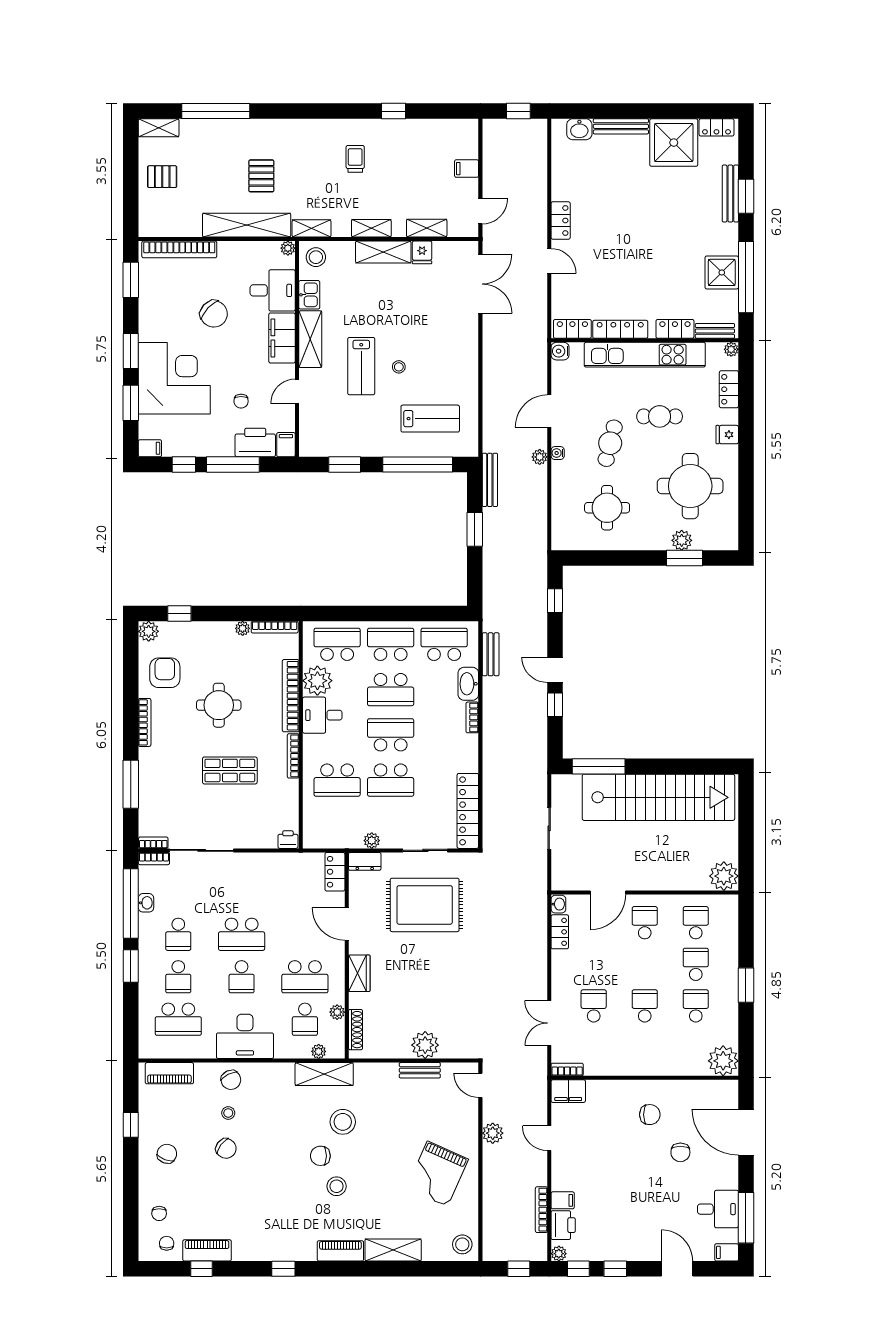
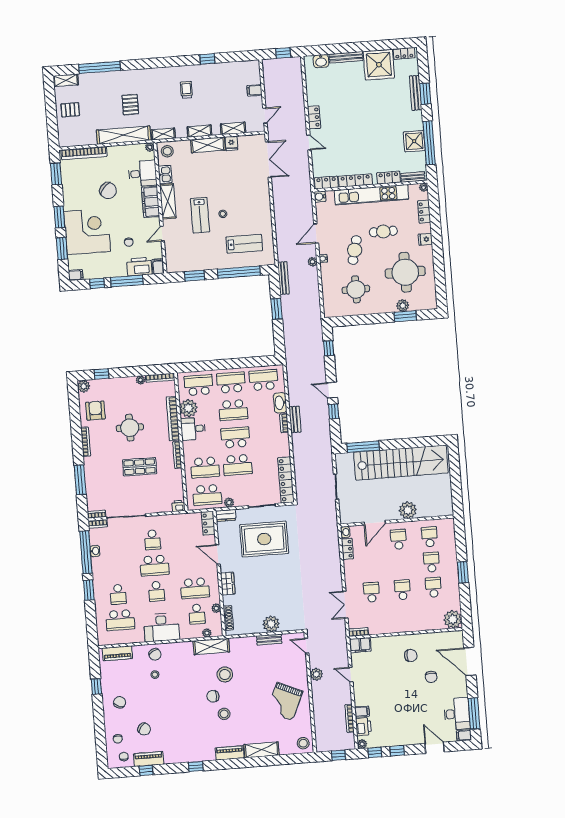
bench: (491, 654) -> (295, 419), moved
school desk: (337, 825) -> (207, 495), added
plant: (724, 876) -> (408, 510), moved
school desk: (178, 934) -> (152, 540), moved
chair: (226, 1148) -> (144, 729), moved
desk: (718, 1209) -> (457, 714), width x1.37

